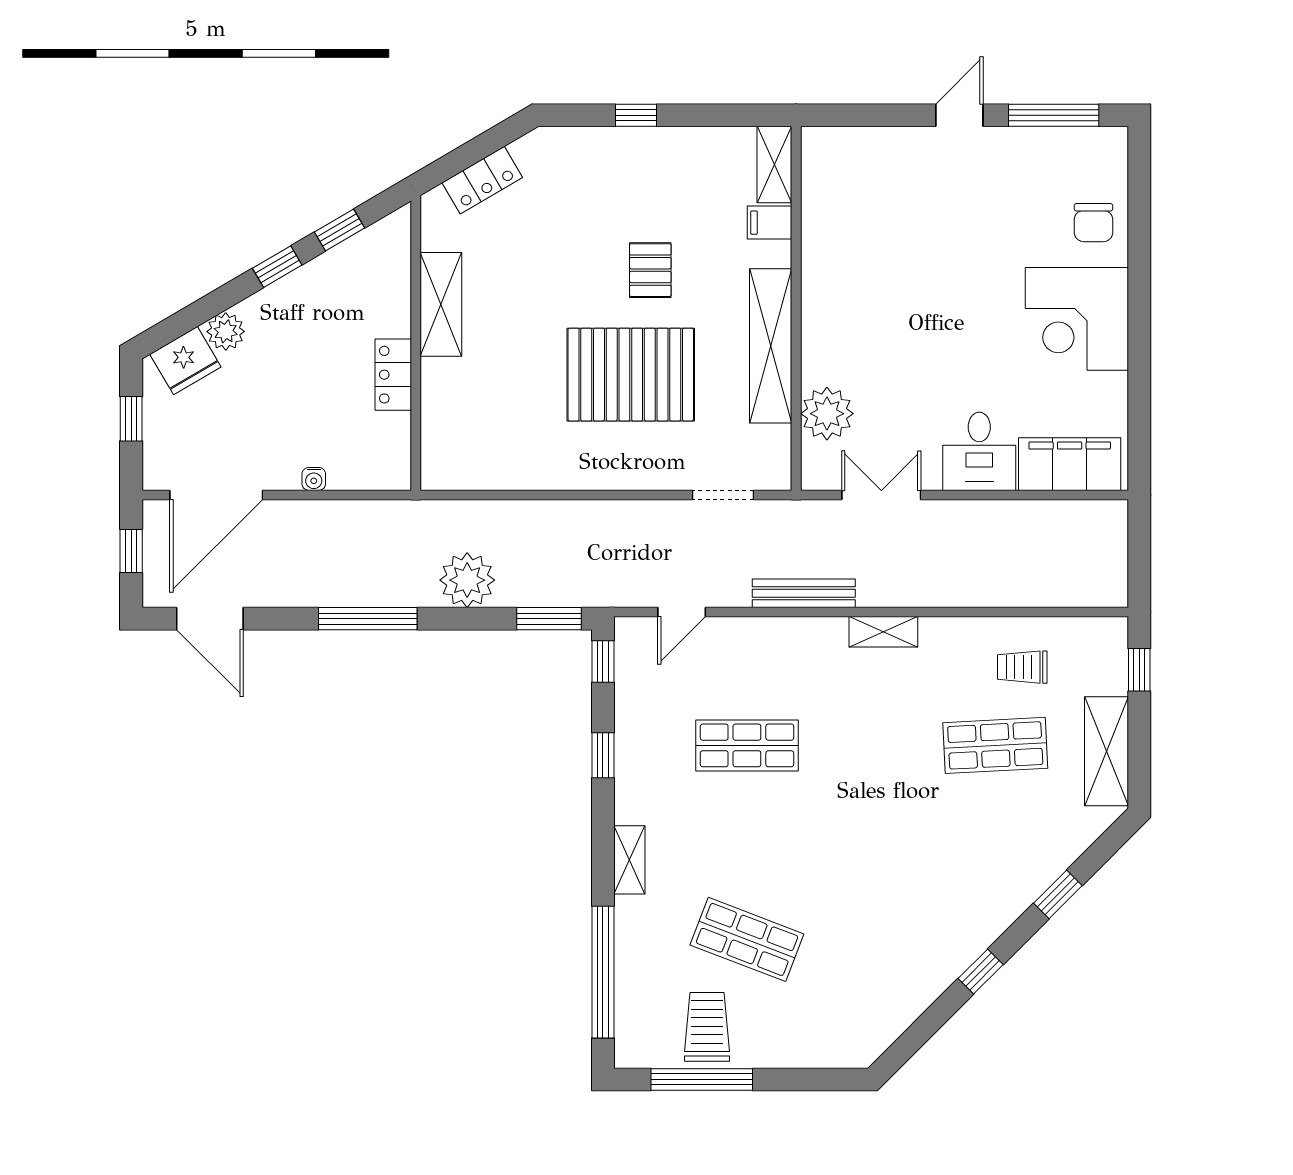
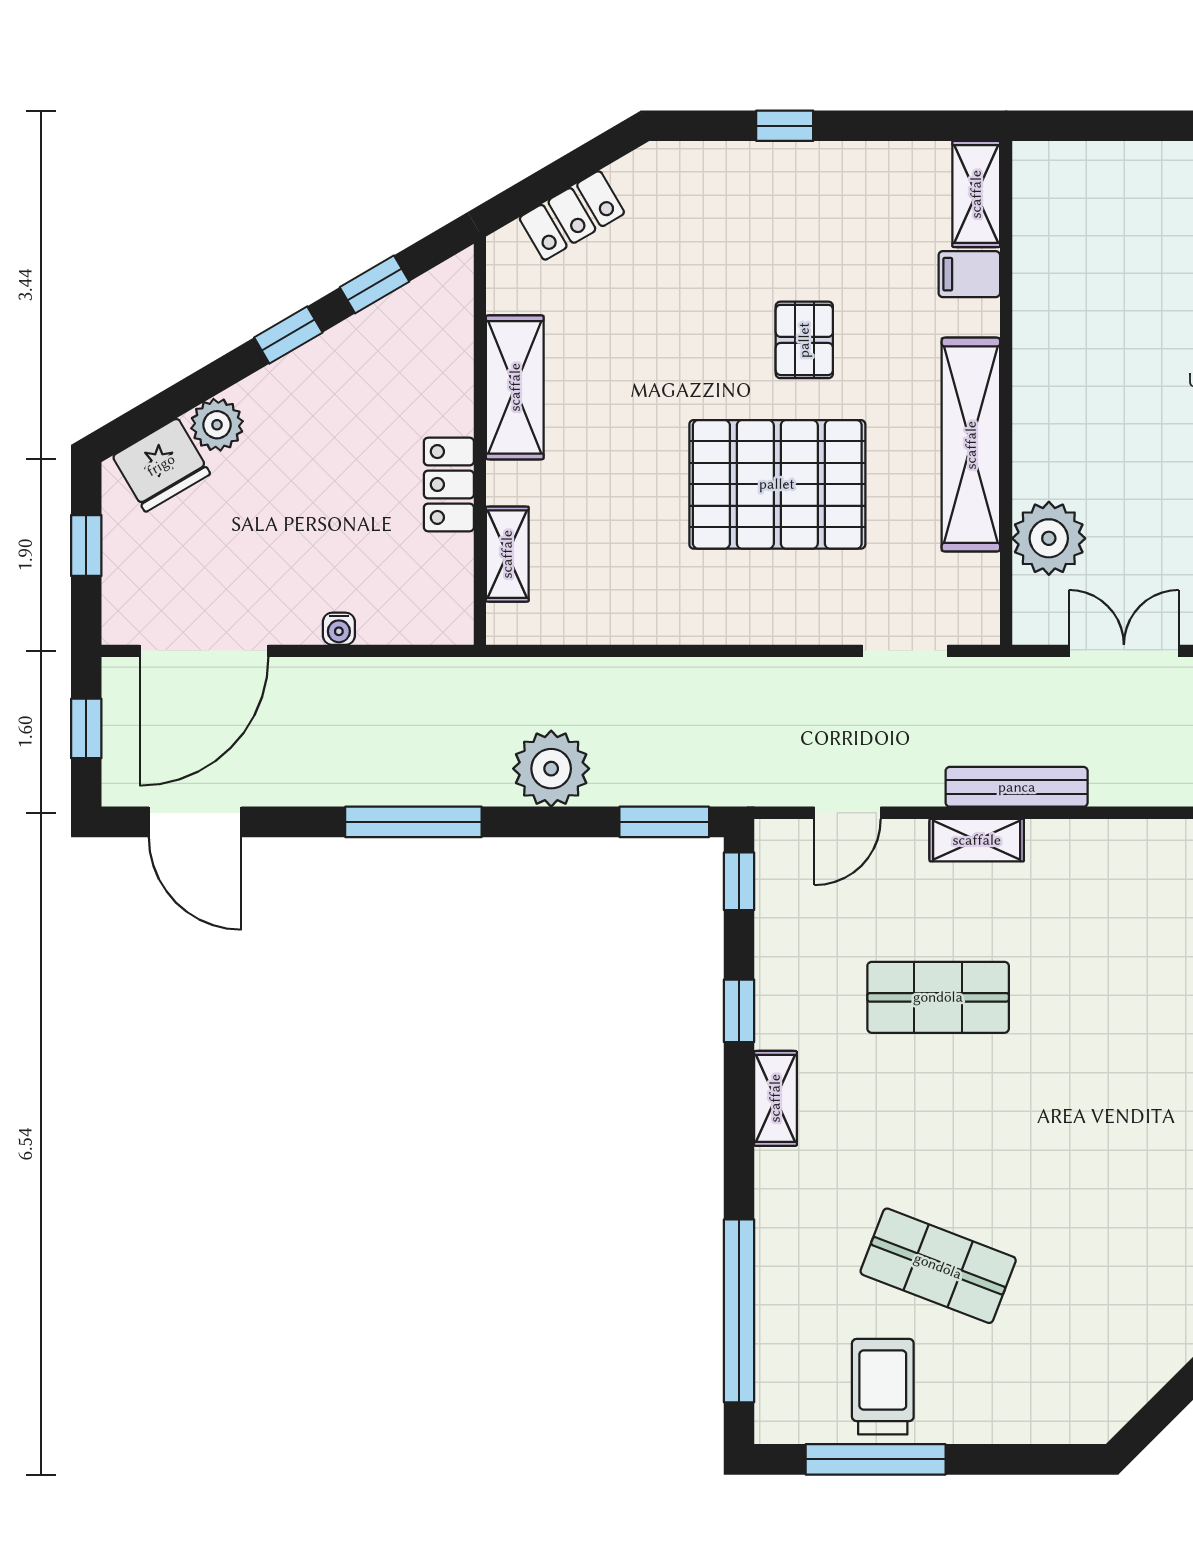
shelving: (436, 425) -> (507, 554), added
shelving: (883, 632) -> (977, 840), moved
shelving: (629, 860) -> (775, 1098), moved

